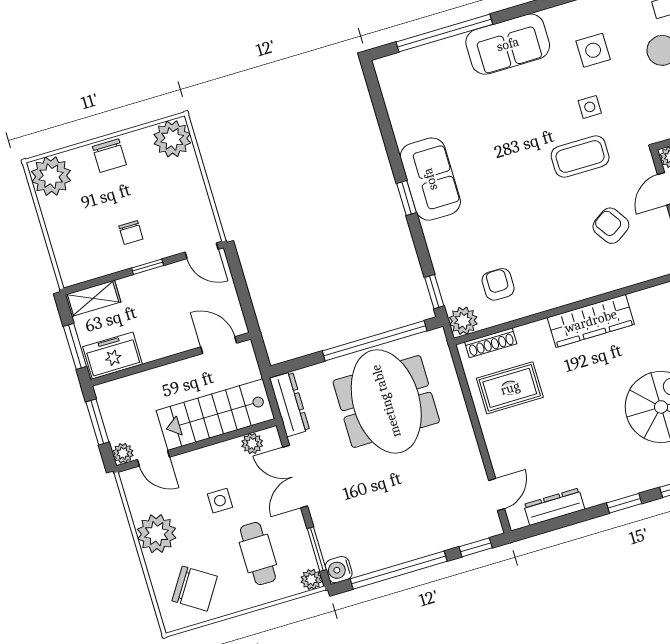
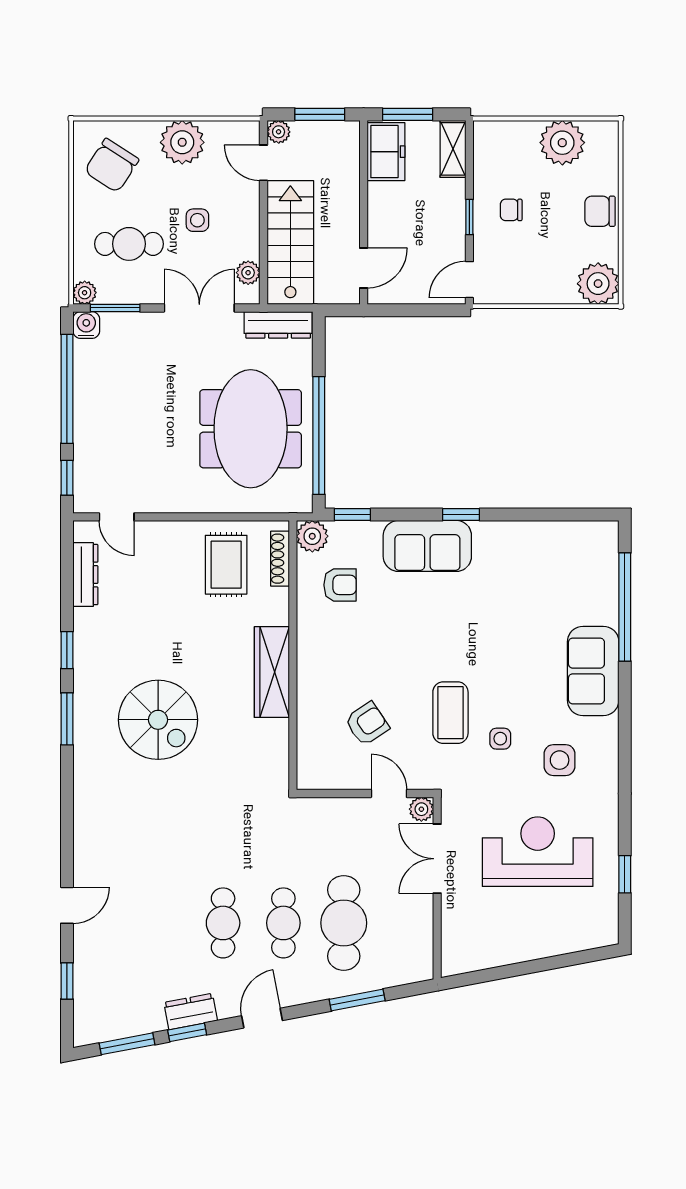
plant: (51, 176) -> (562, 143), moved
sofa: (430, 179) -> (427, 546), moved
meeting table: (386, 401) -> (251, 429), turned 90
door: (153, 458) -> (263, 163), hinge flipped

